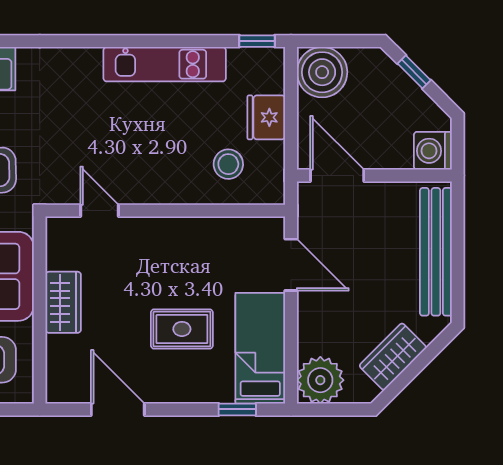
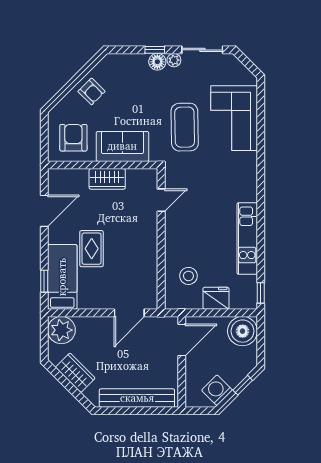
washing machine: (433, 151) -> (217, 390), moved, turned -45
bed: (260, 348) -> (62, 277), moved, turned -90

